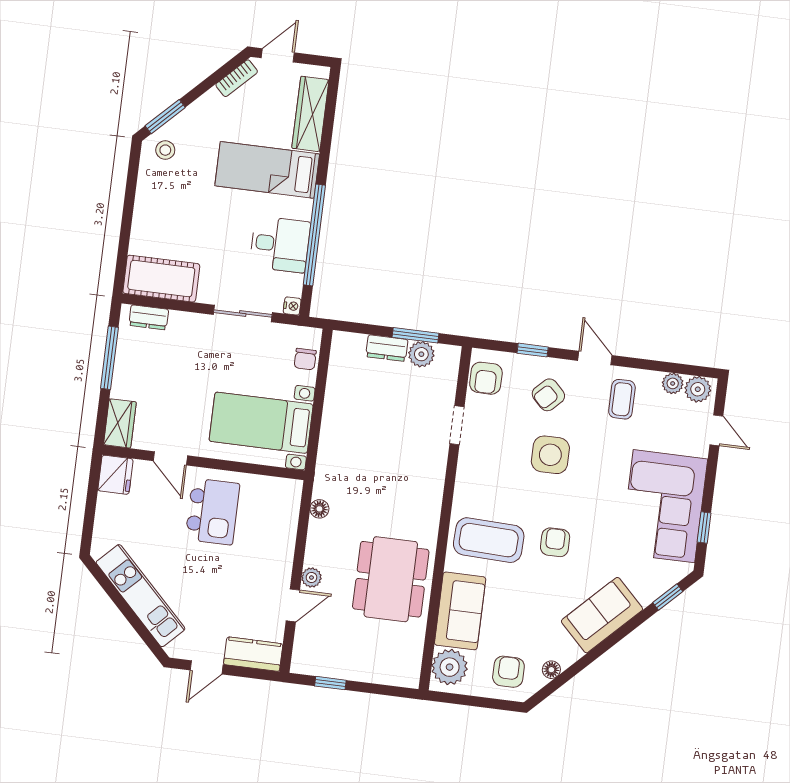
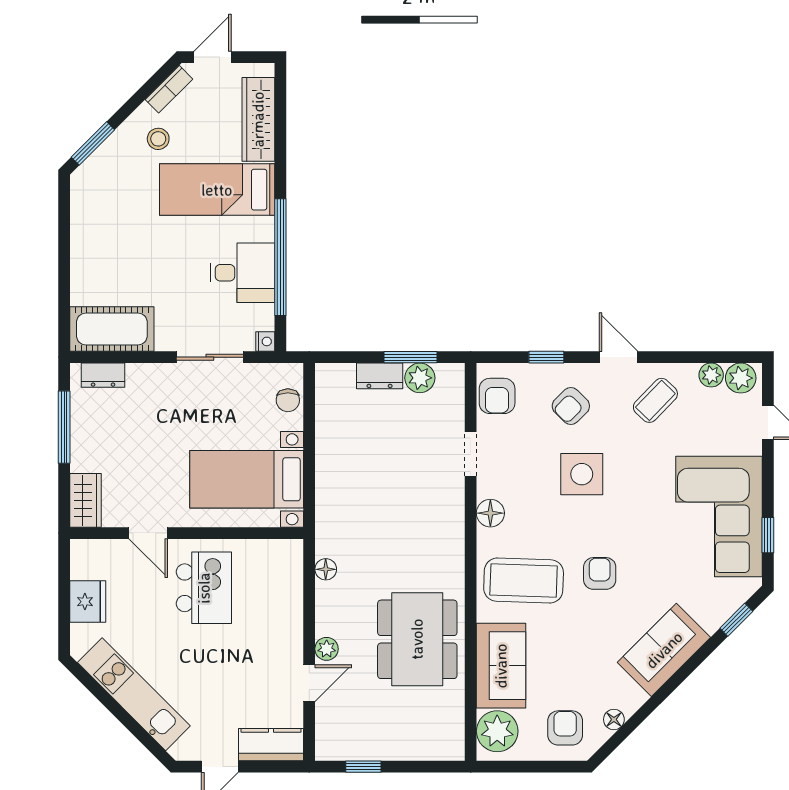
stool: (165, 150) -> (158, 139), moved
coffee table: (622, 399) -> (655, 400), turned 44
fridge: (115, 475) -> (88, 602), moved
floor lamp: (467, 478) -> (490, 513), added

